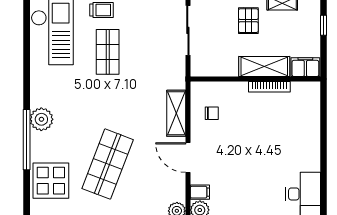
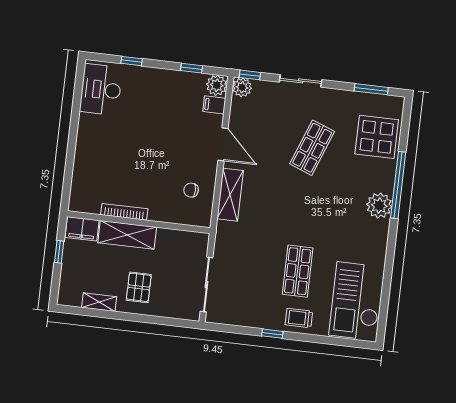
window: (324, 25) -> (59, 252), moved
shop shelf: (108, 164) -> (312, 148), width x0.70, depth x0.74

